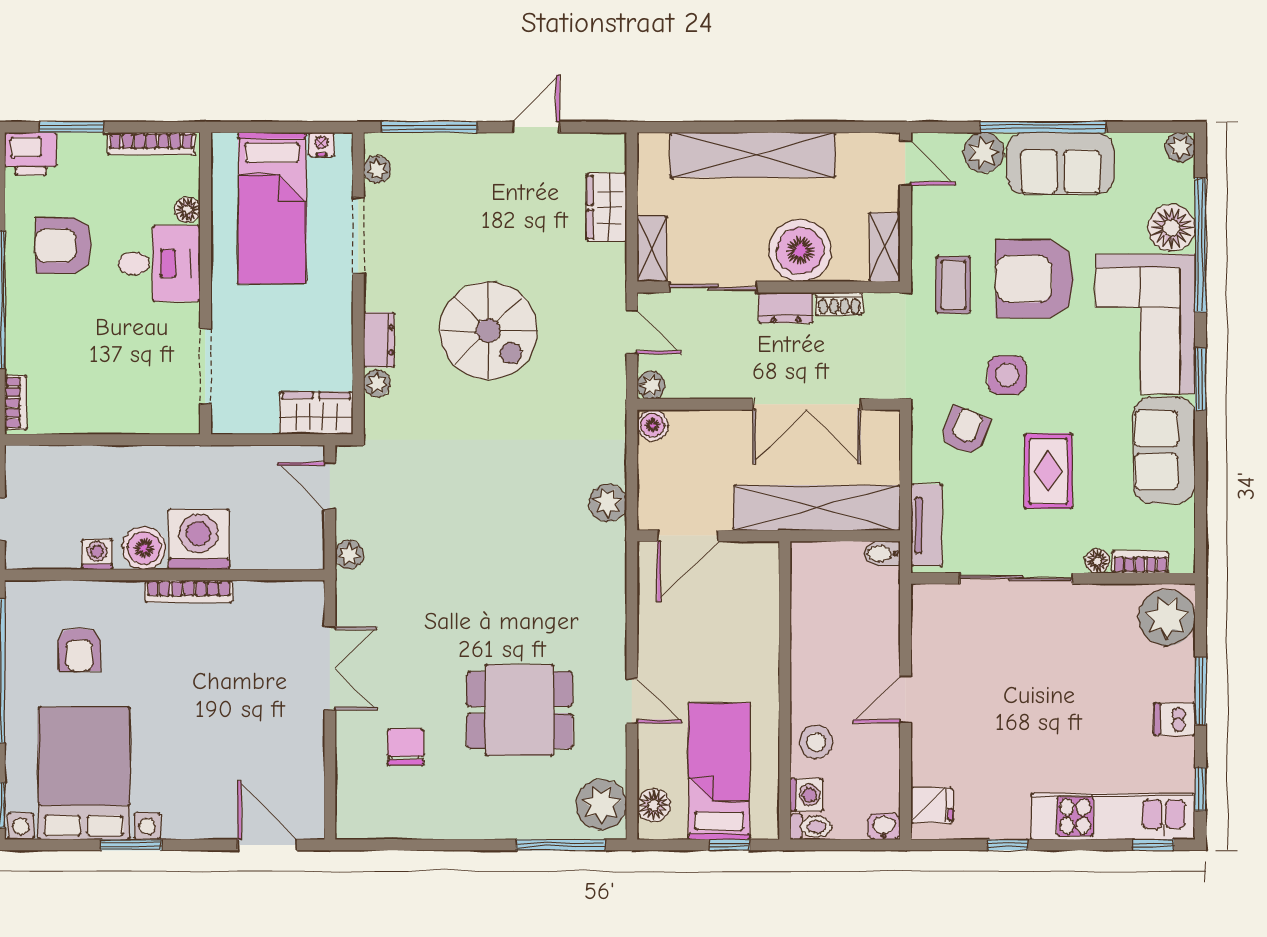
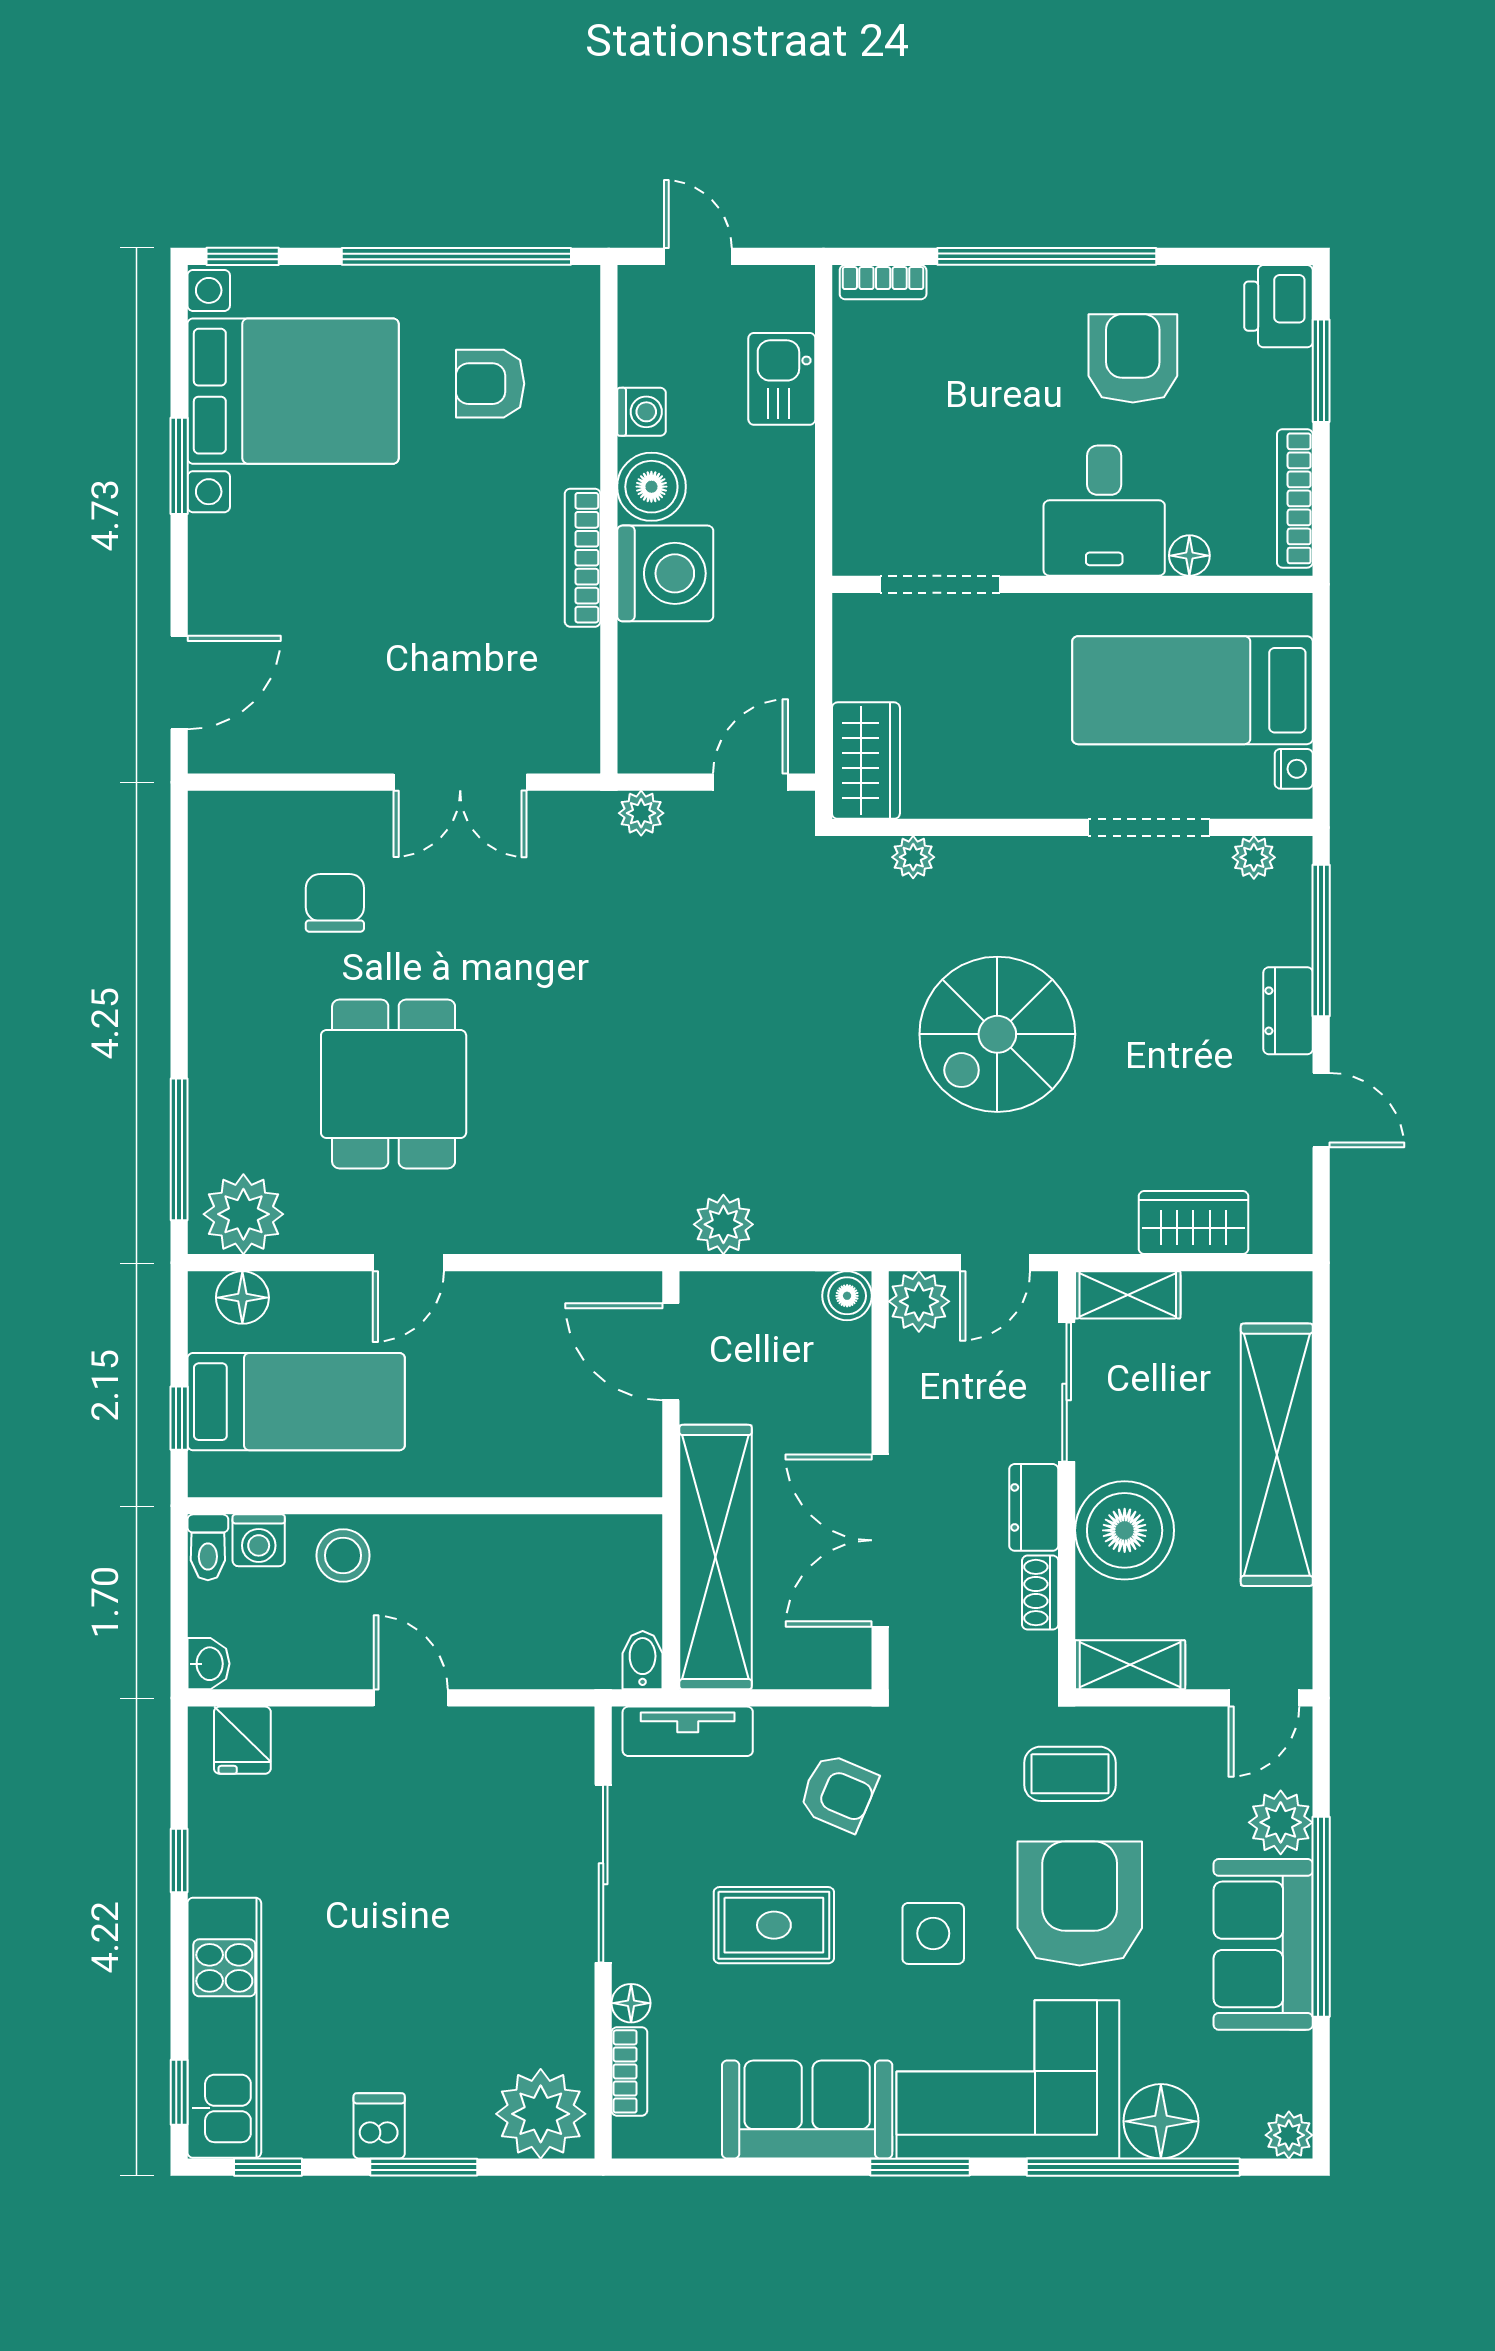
dresser: (379, 340) -> (1288, 1011), moved, turned 90
side table: (1007, 375) -> (933, 1933), moved
plant: (651, 385) -> (919, 1301), width x1.38, depth x1.38
kitchen sink: (76, 466) -> (782, 379), added
chair: (406, 747) -> (335, 903), turned -90

